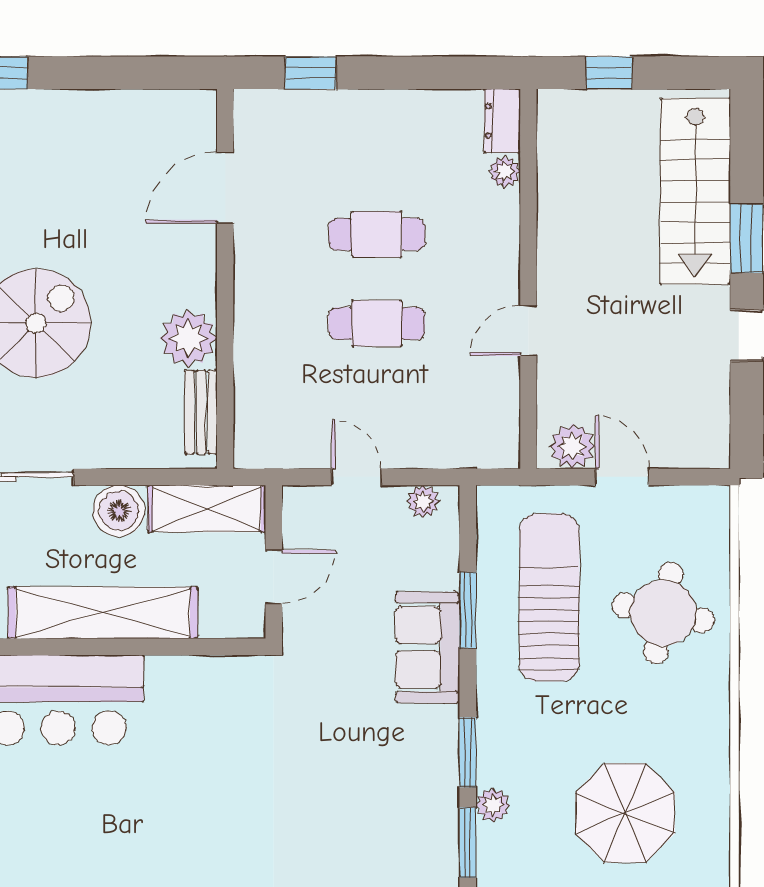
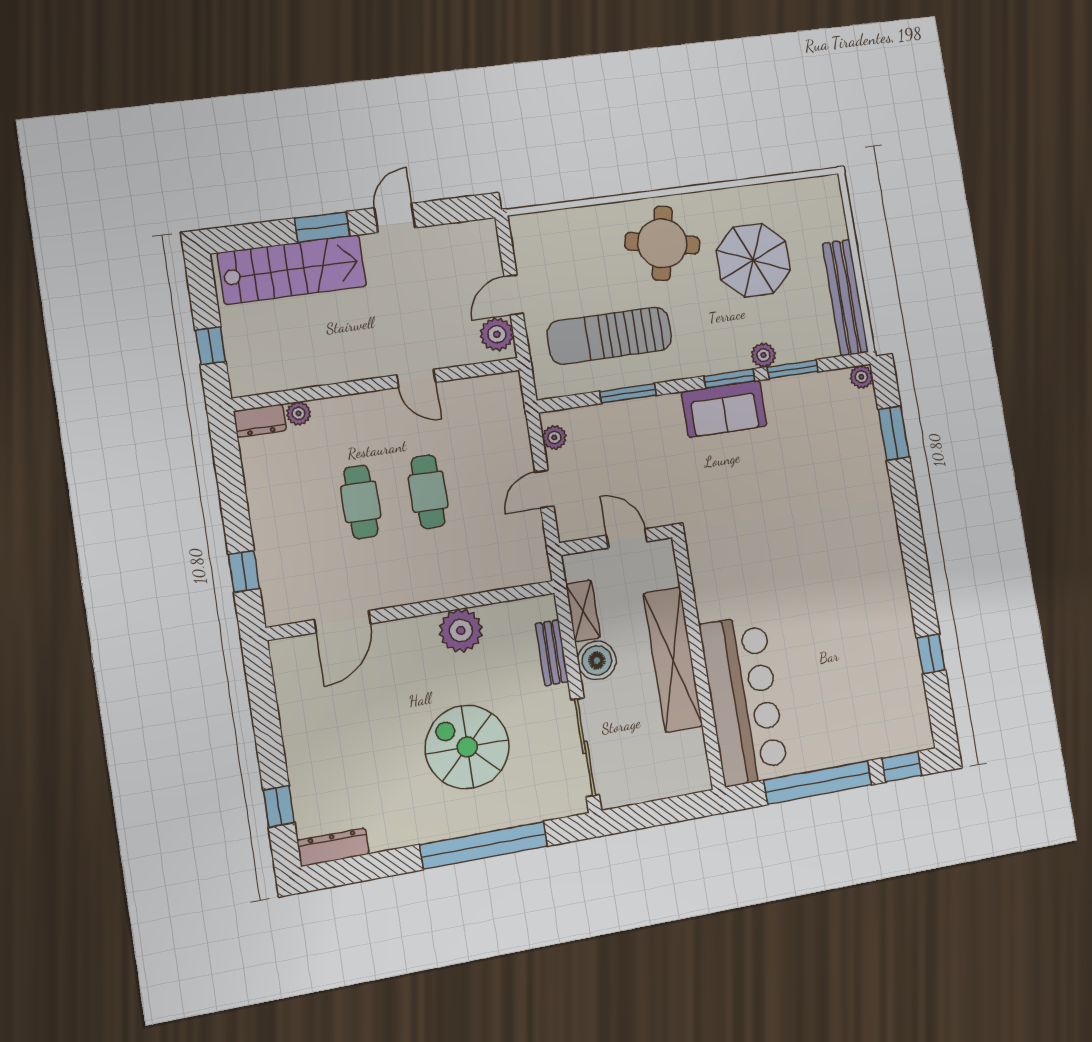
door: (225, 188) -> (342, 622), hinge flipped
bench: (201, 412) -> (552, 653), moved, turned 90
shelving: (207, 509) -> (583, 611), width x0.67, depth x0.75
round table: (663, 613) -> (662, 243), moved
sofa: (428, 647) -> (724, 409), moved

